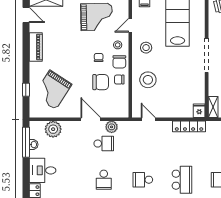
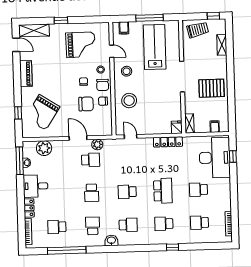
door: (130, 25) -> (112, 51), swing flipped

